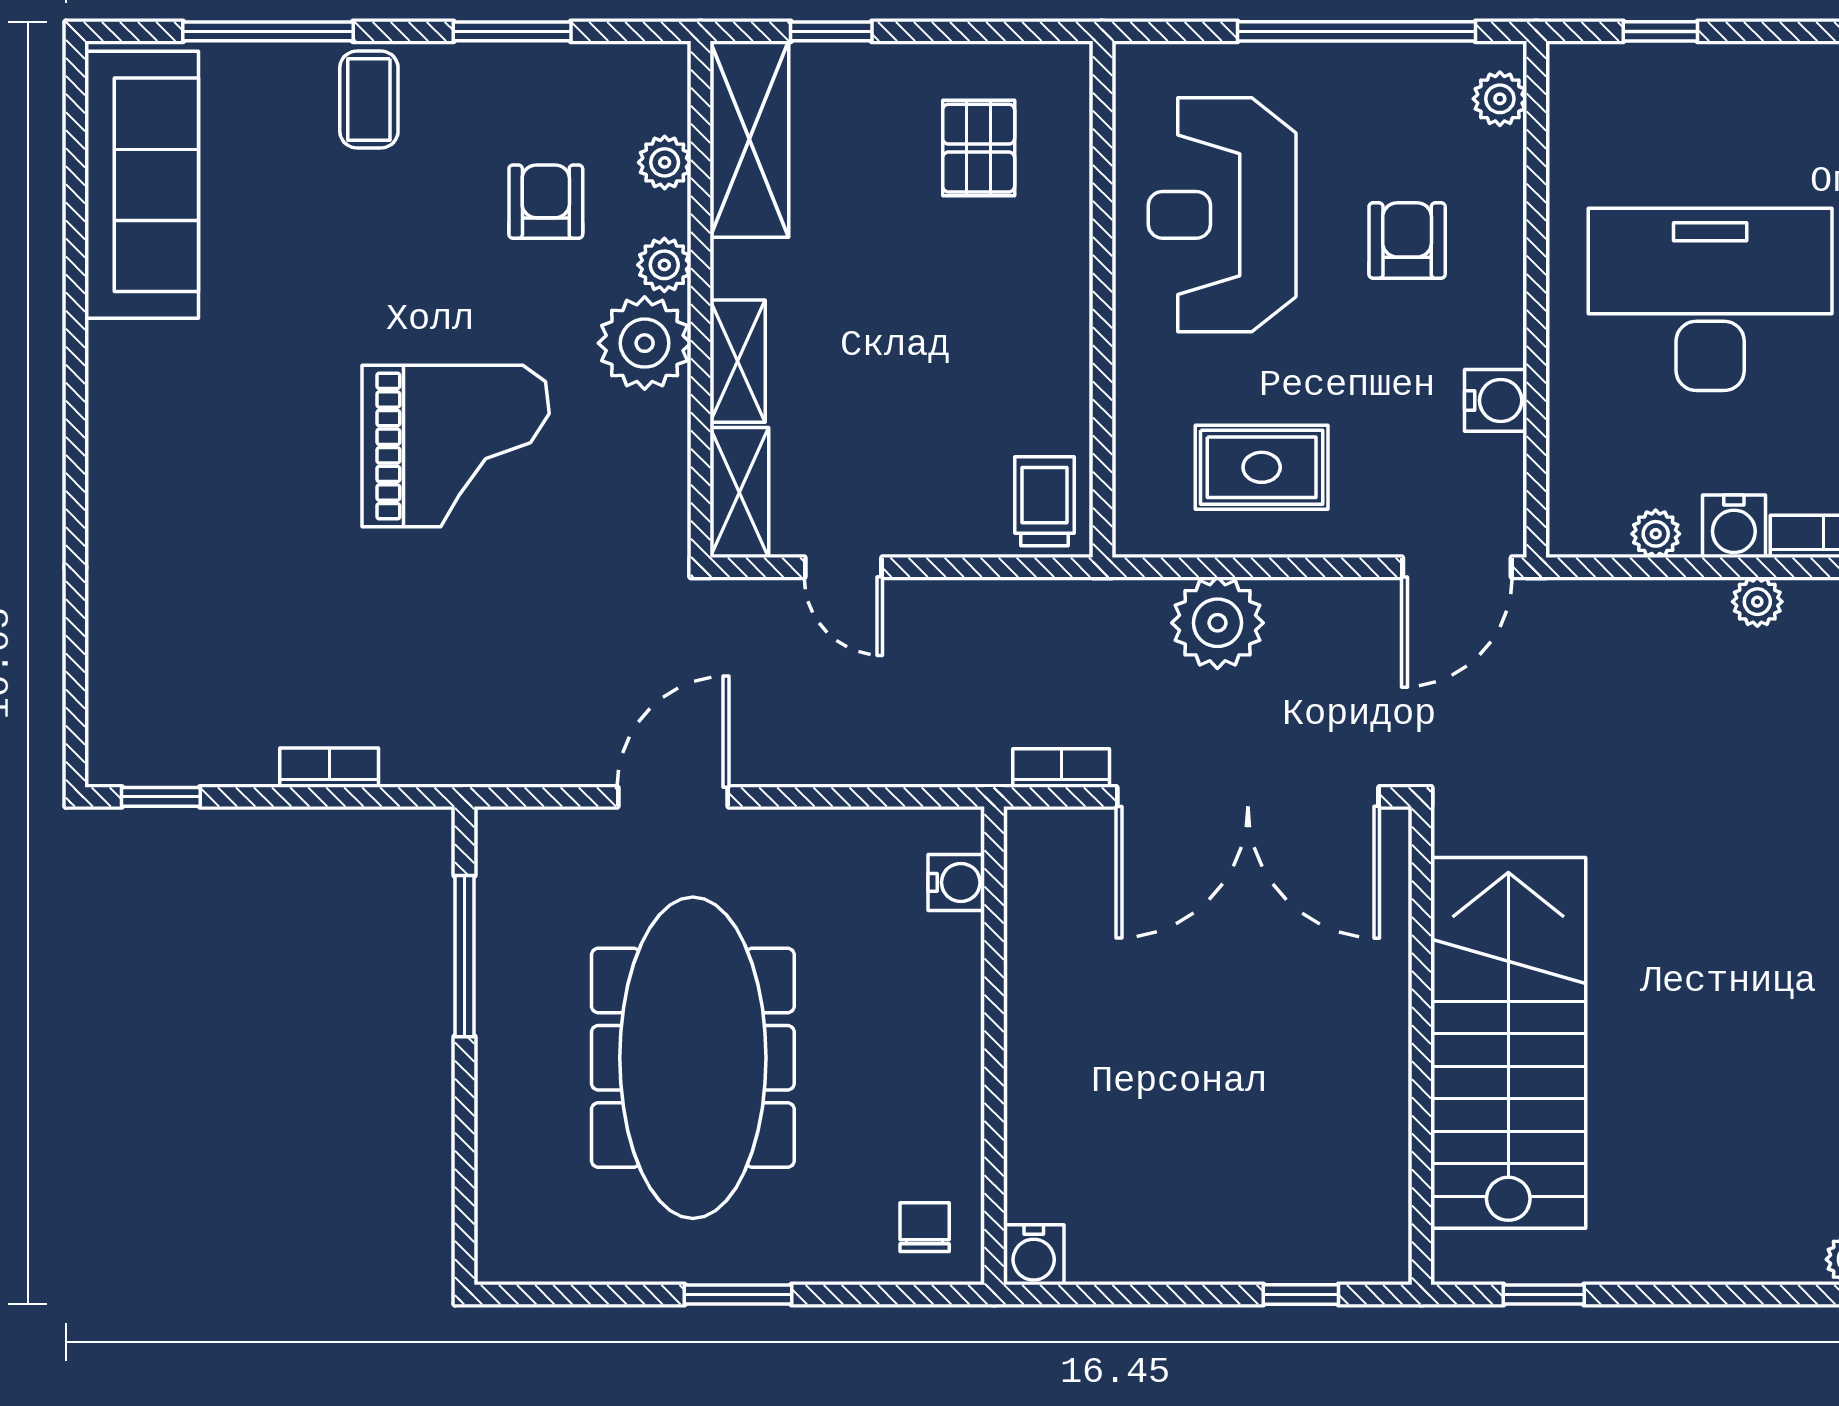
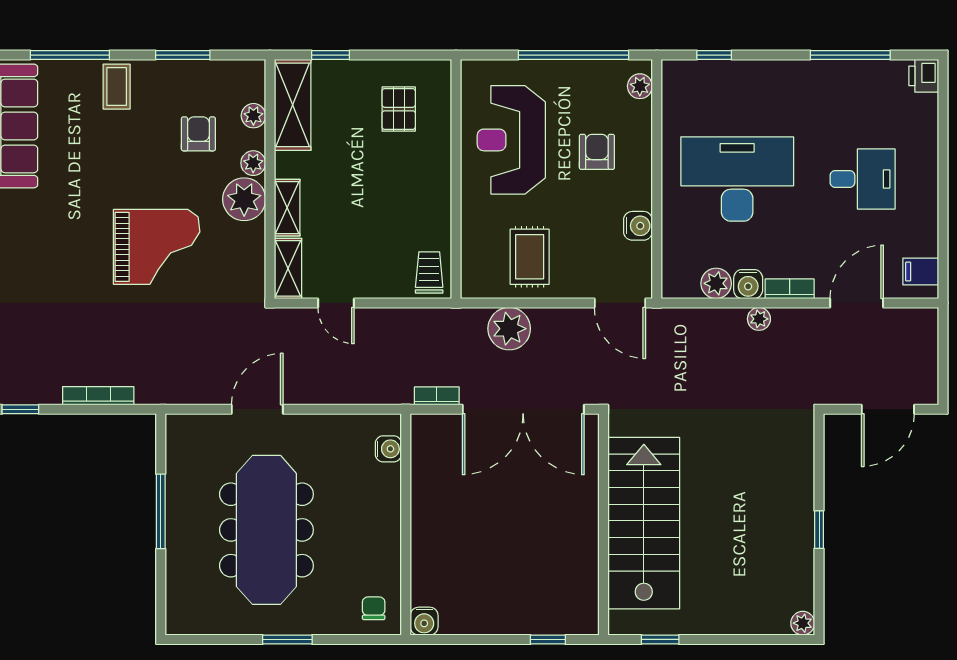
rug: (1262, 467) -> (530, 257), turned 90
plant: (1656, 534) -> (716, 283), width x1.38, depth x1.38
door: (1457, 567) -> (620, 303), hinge flipped
bookcase: (329, 768) -> (98, 396), width x1.56
window: (465, 956) -> (161, 511), moved

